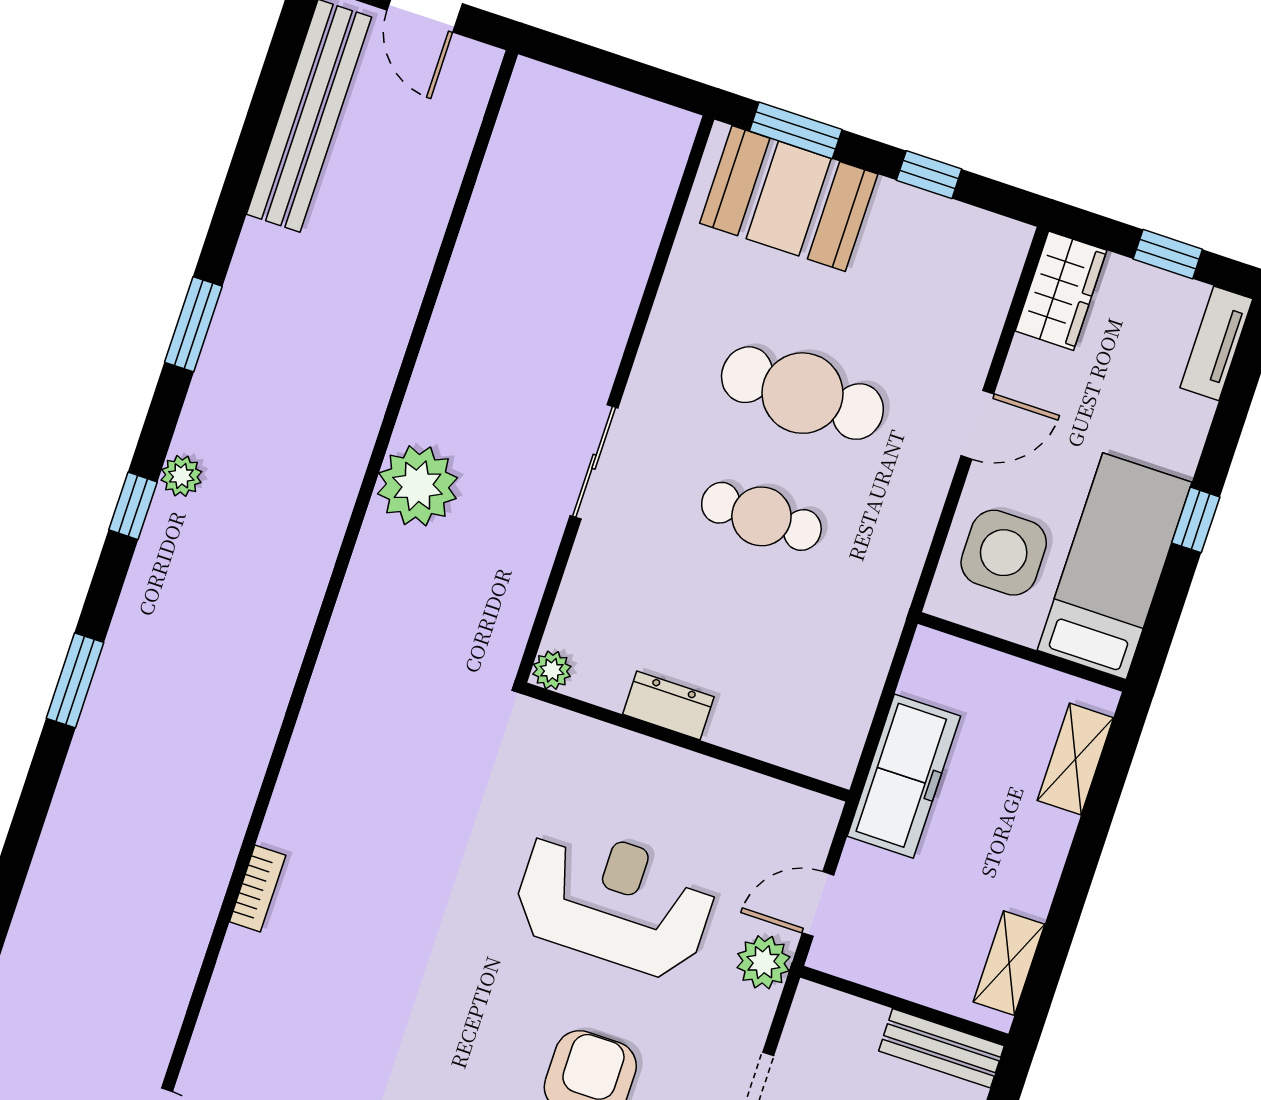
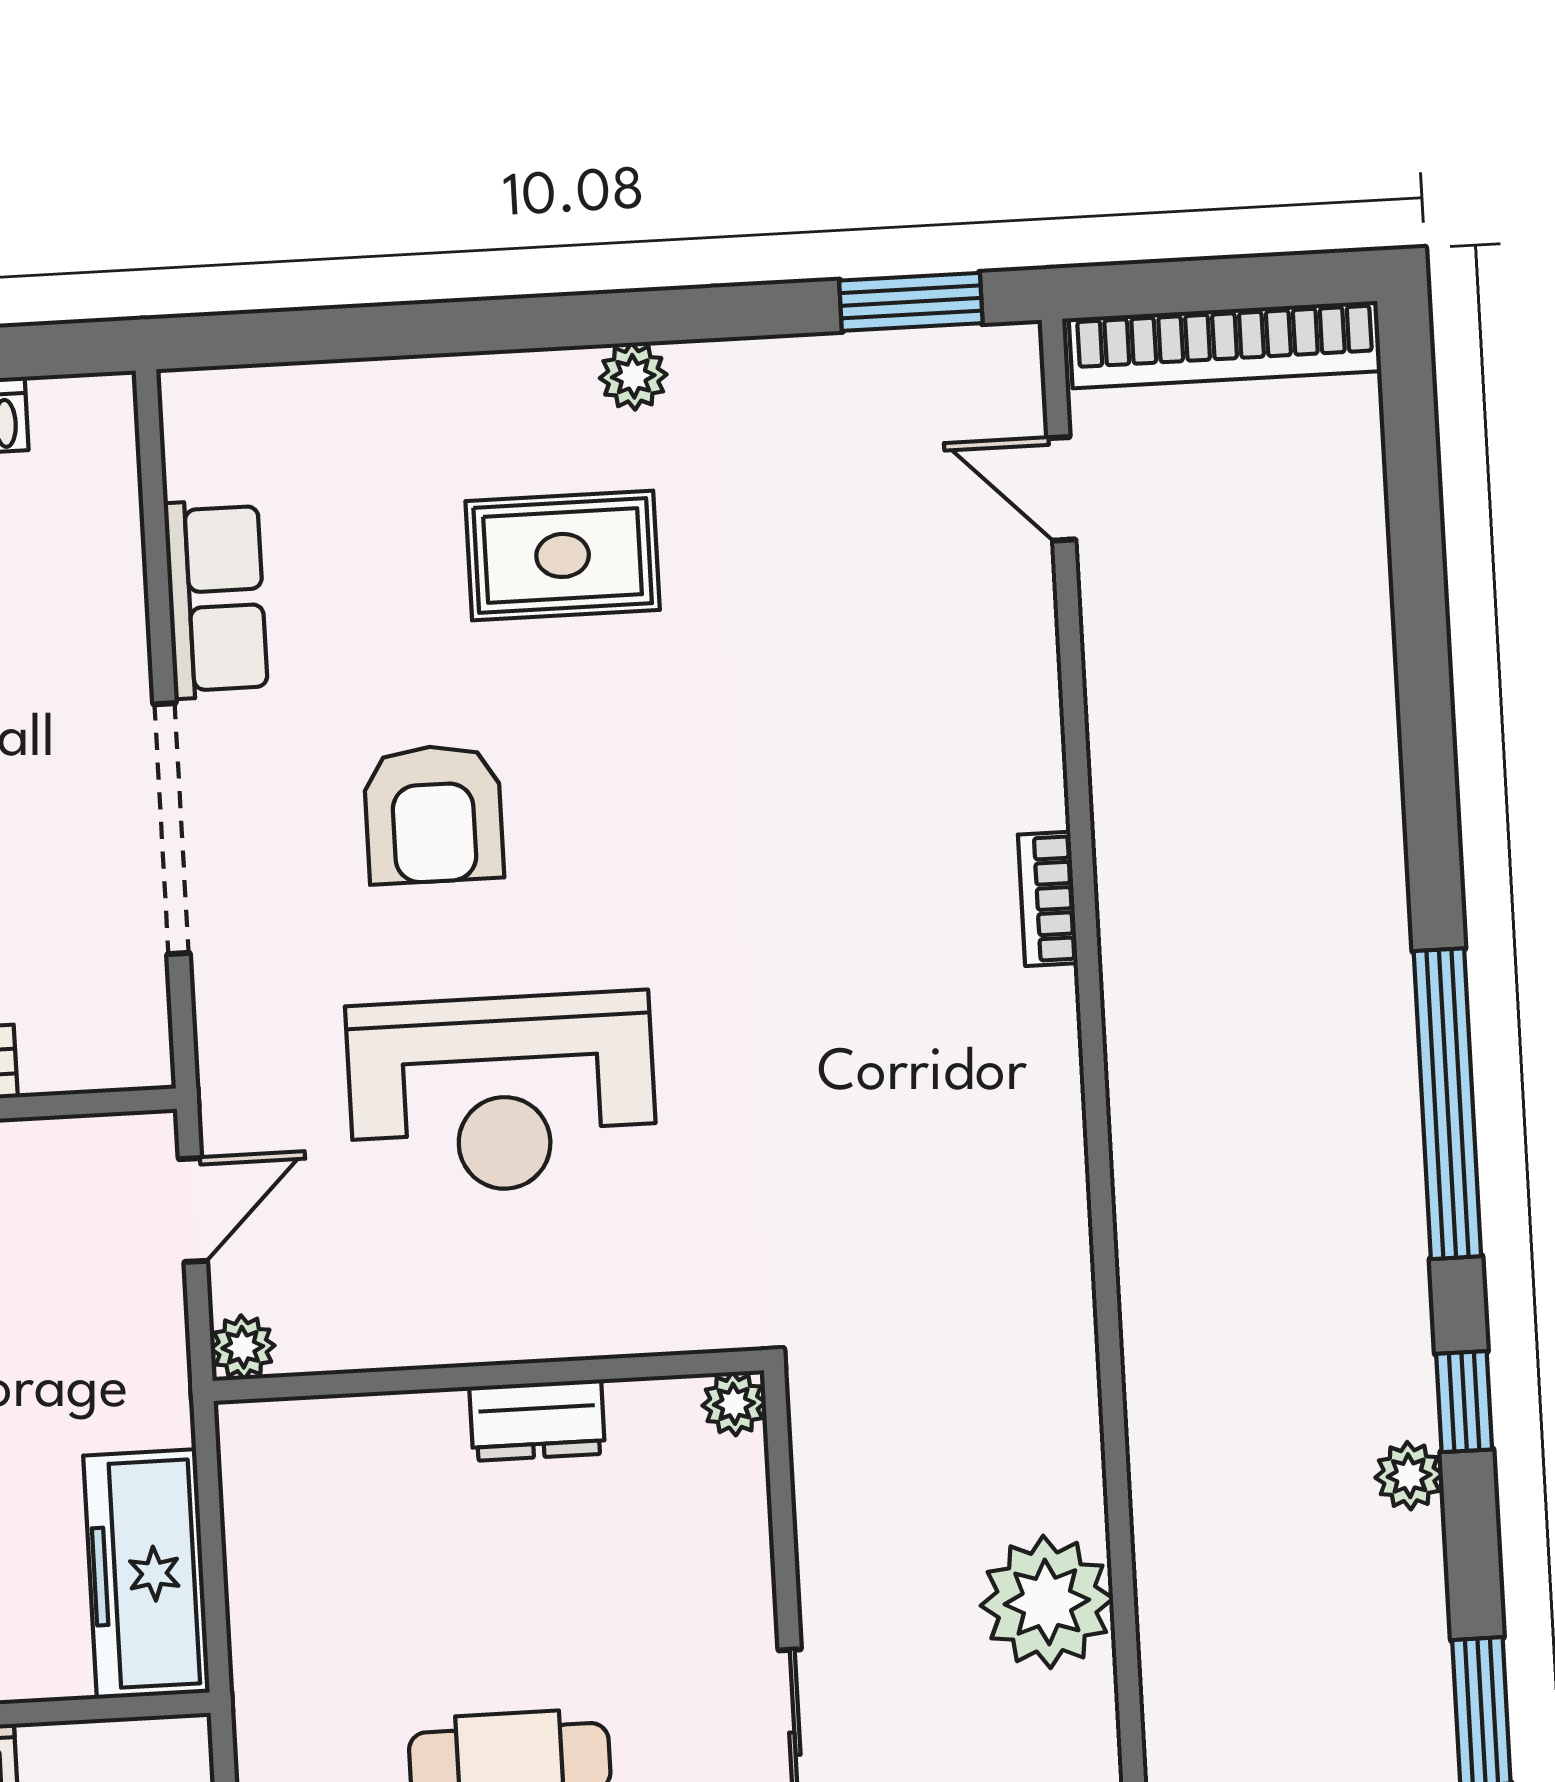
window: (75, 680) -> (1447, 1104), width x2.11
freezer: (904, 776) -> (146, 1574), moved
plant: (763, 962) -> (243, 1347), moved, width x0.73, depth x0.73

